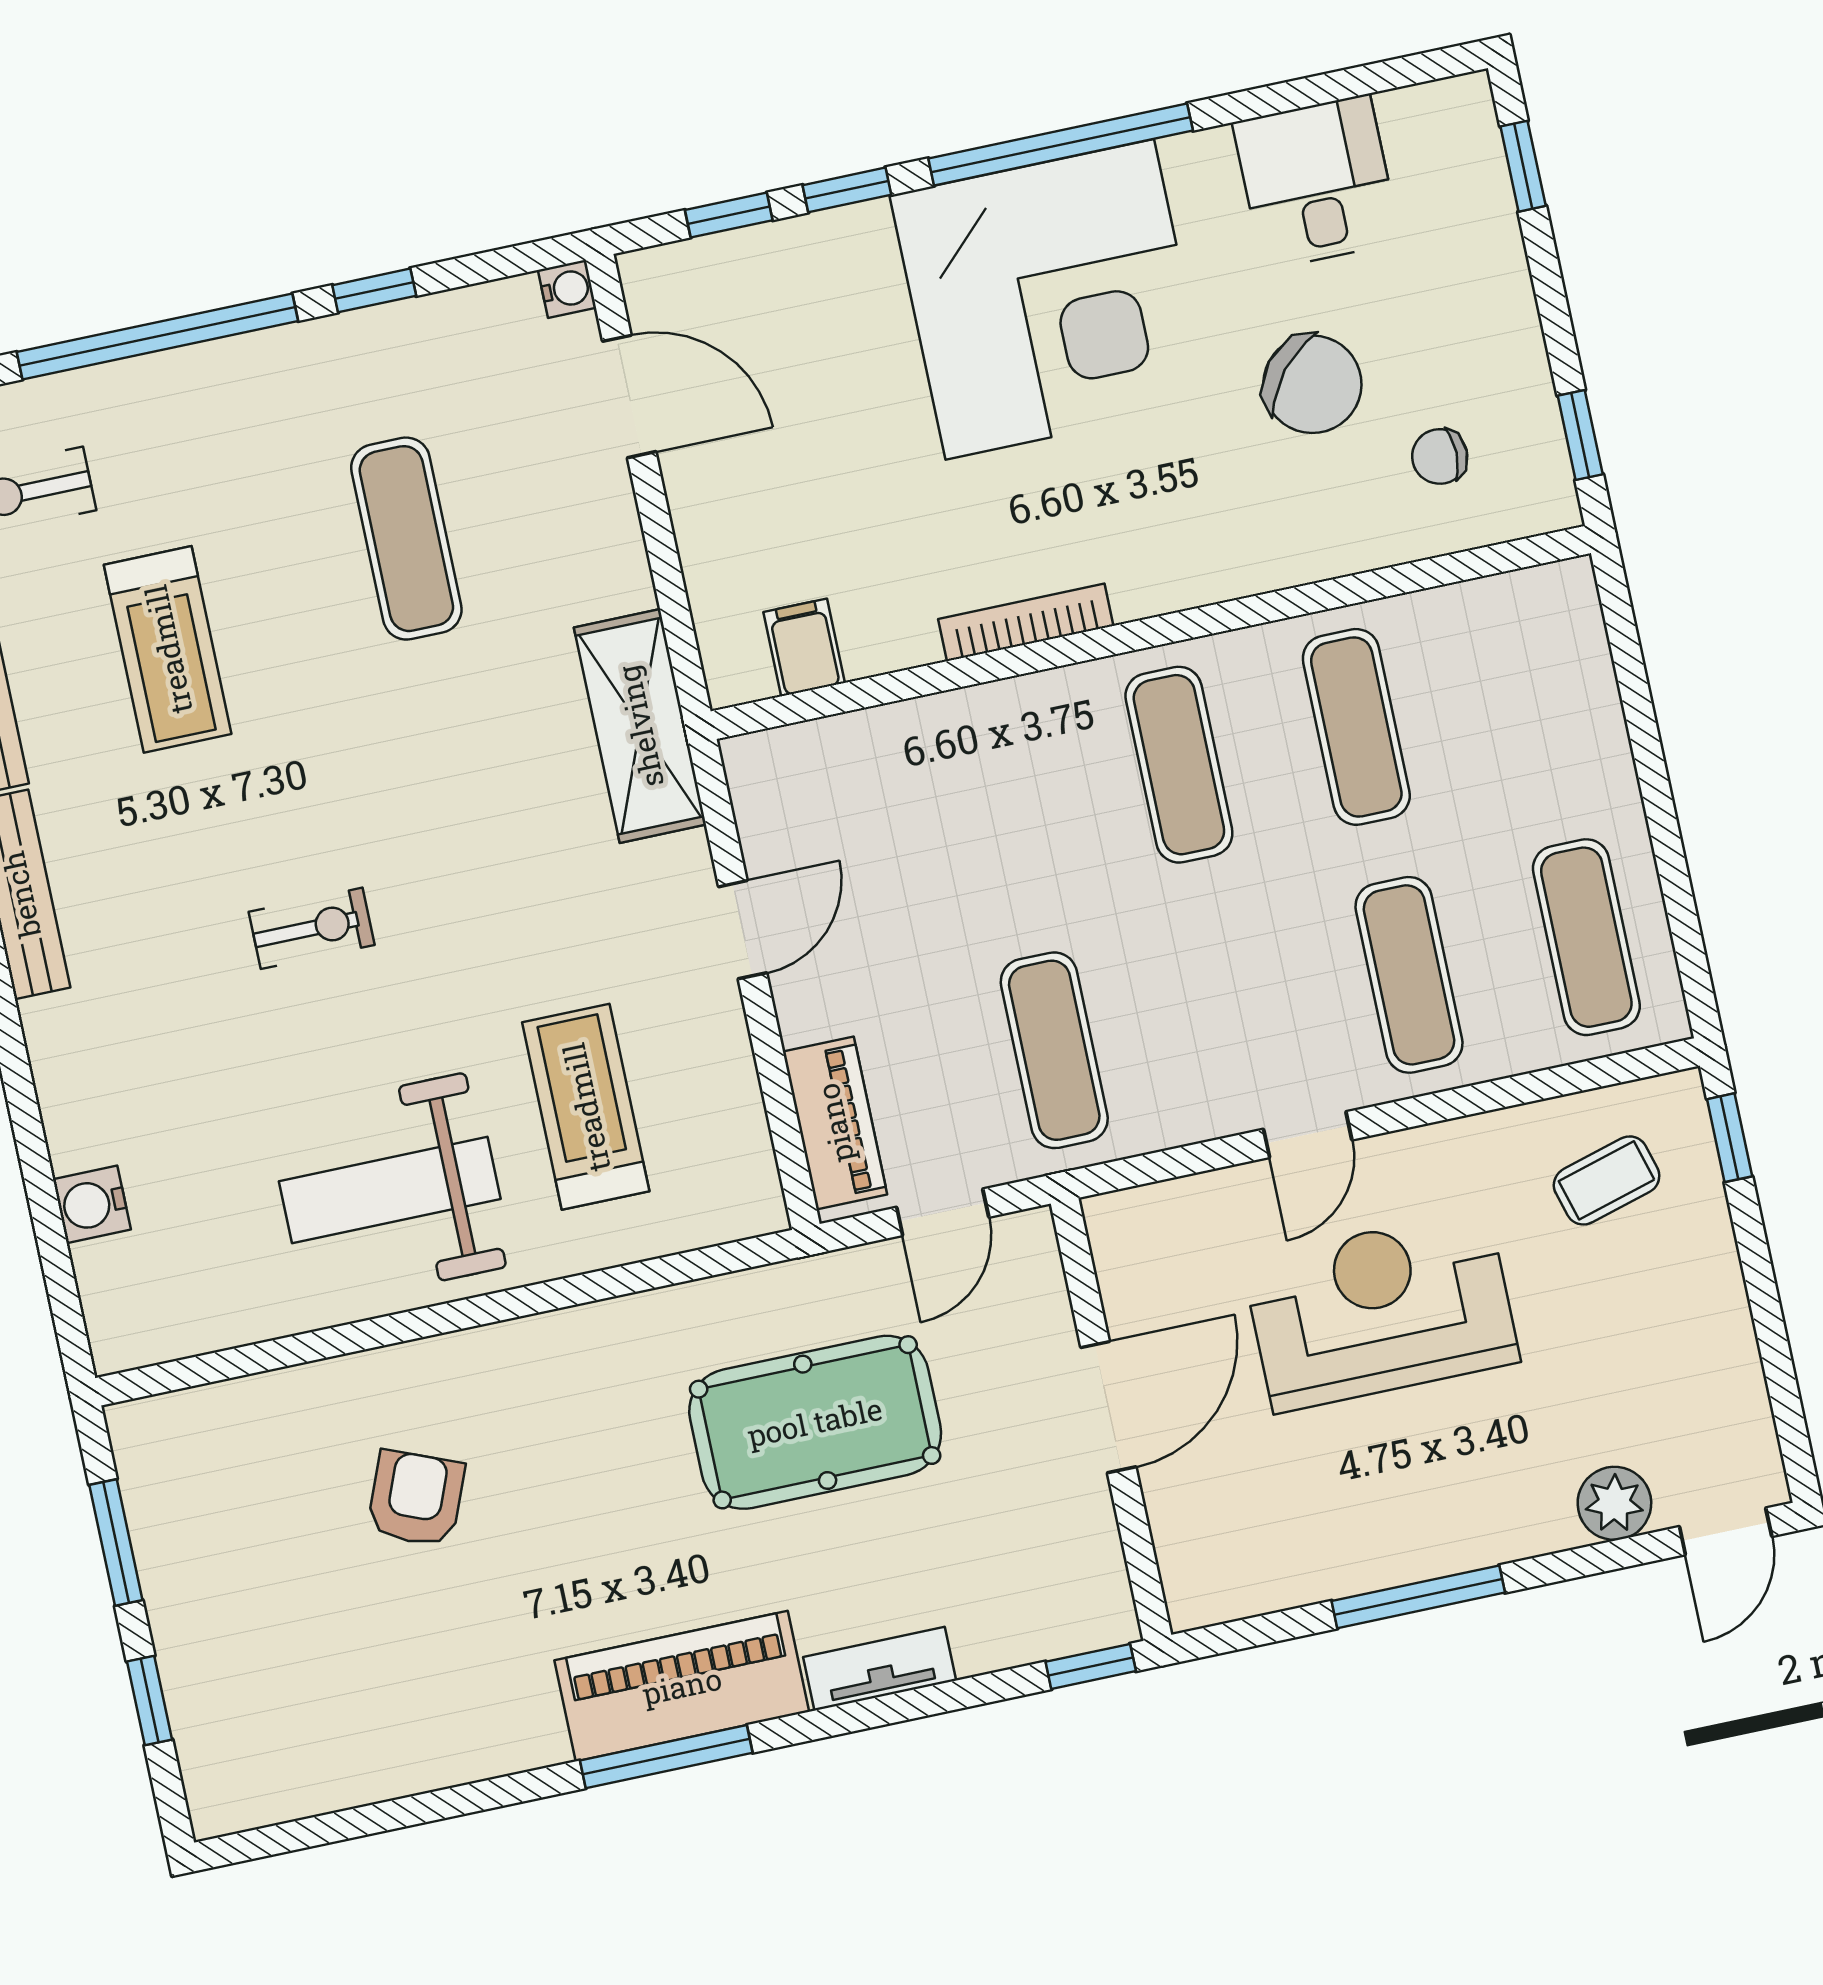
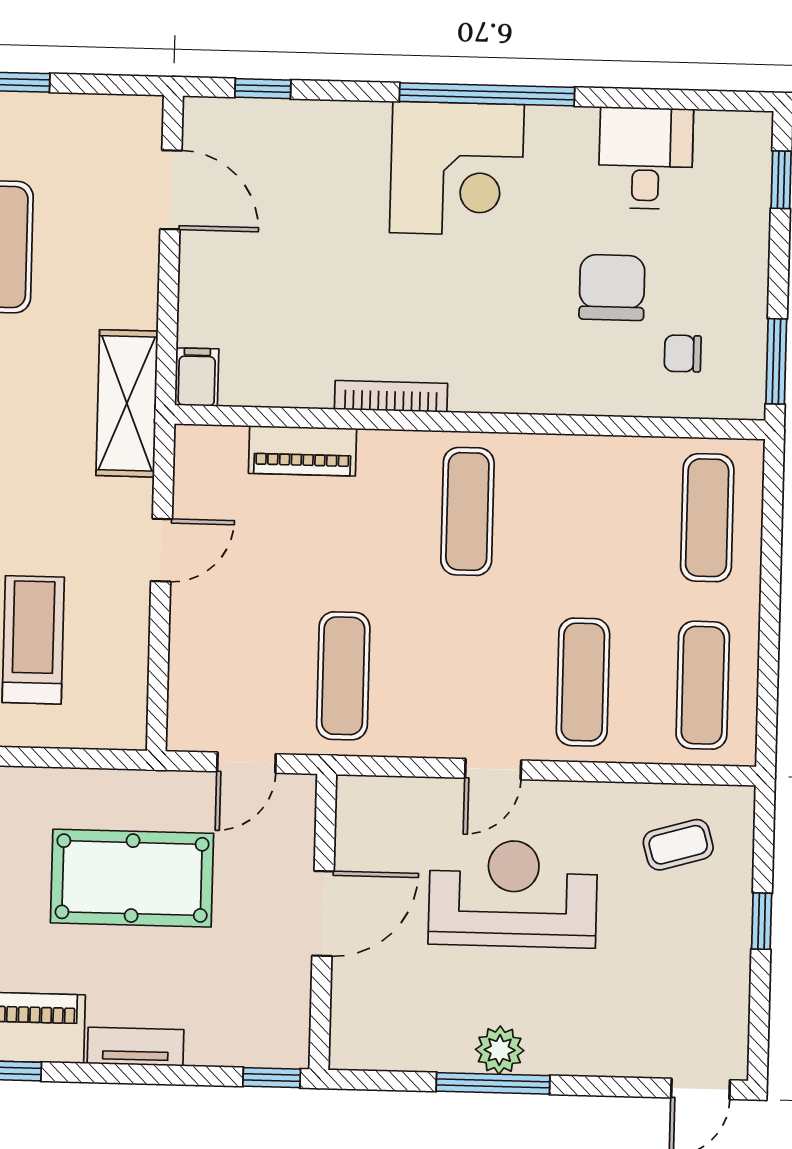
window: (847, 190) -> (343, 91), removed
water cooler: (567, 289) -> (147, 111), removed
corner desk: (1050, 299) -> (457, 169), width x0.74, depth x0.74
chair: (1312, 384) -> (612, 287), turned -130
window: (1580, 435) -> (776, 361), width x1.50
filing cabinet: (804, 648) -> (197, 377), moved
exercise mat: (1356, 727) -> (707, 518), moved
piano: (835, 1123) -> (302, 451), moved, turned 90
window: (1730, 1138) -> (762, 921), moved
plant: (1614, 1503) -> (500, 1050), moved

